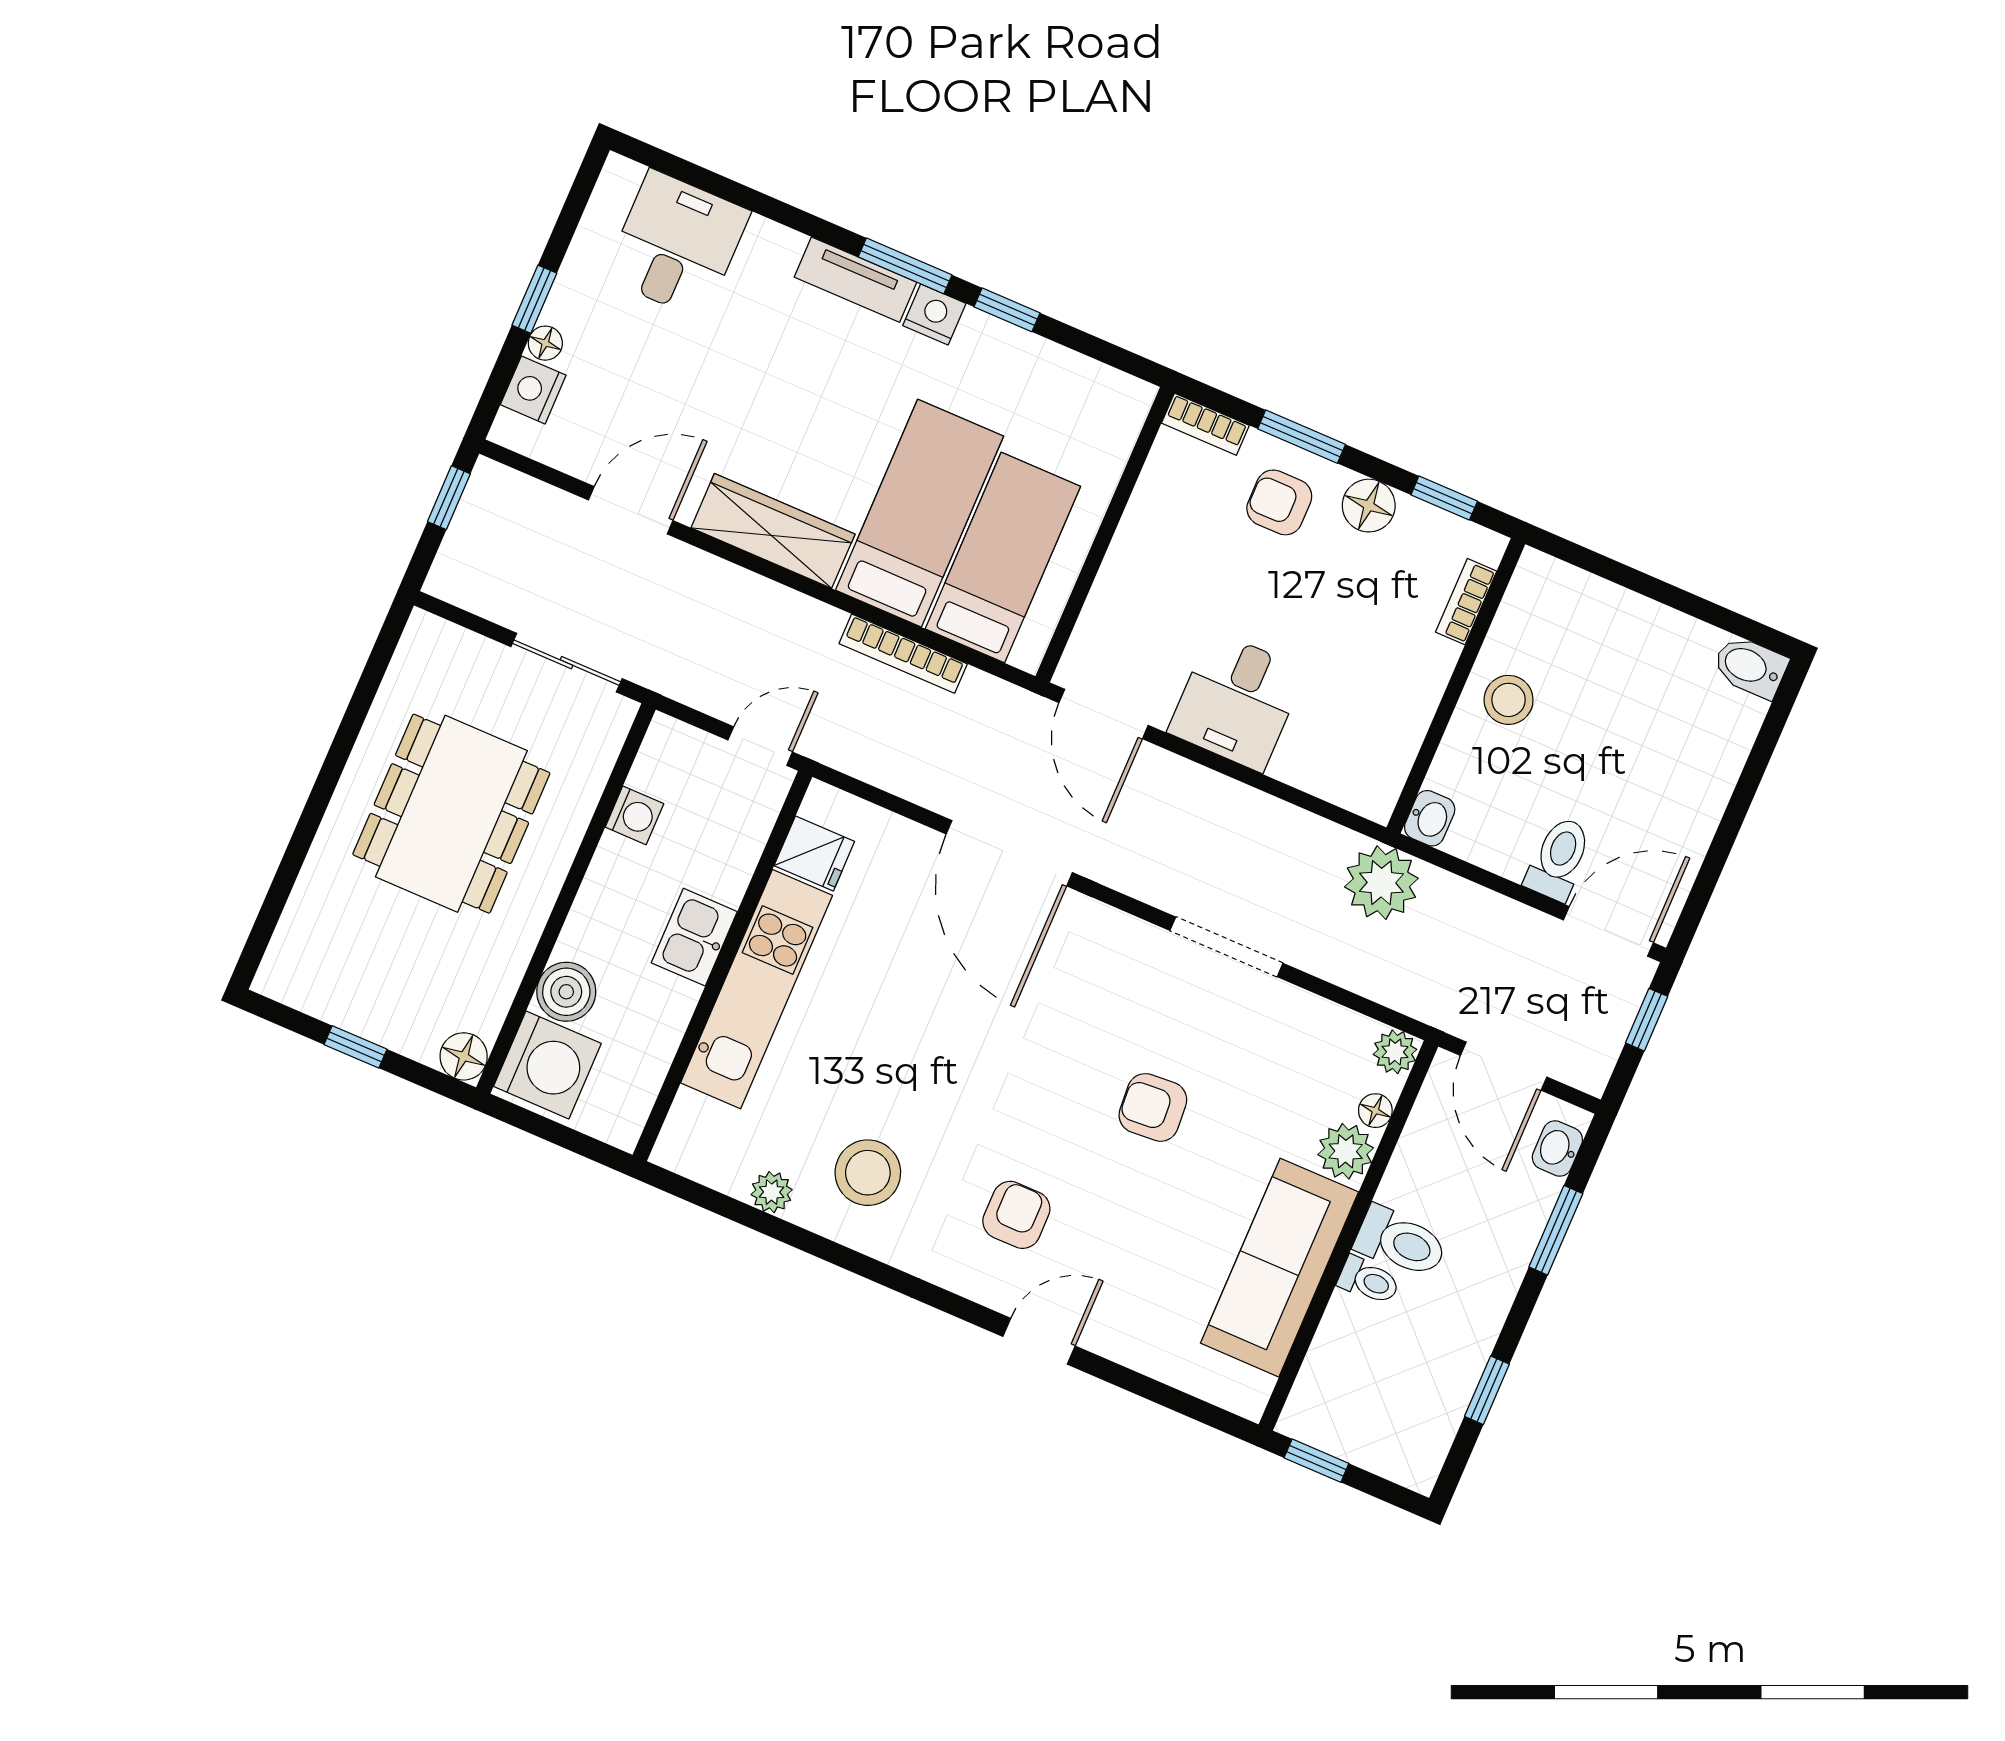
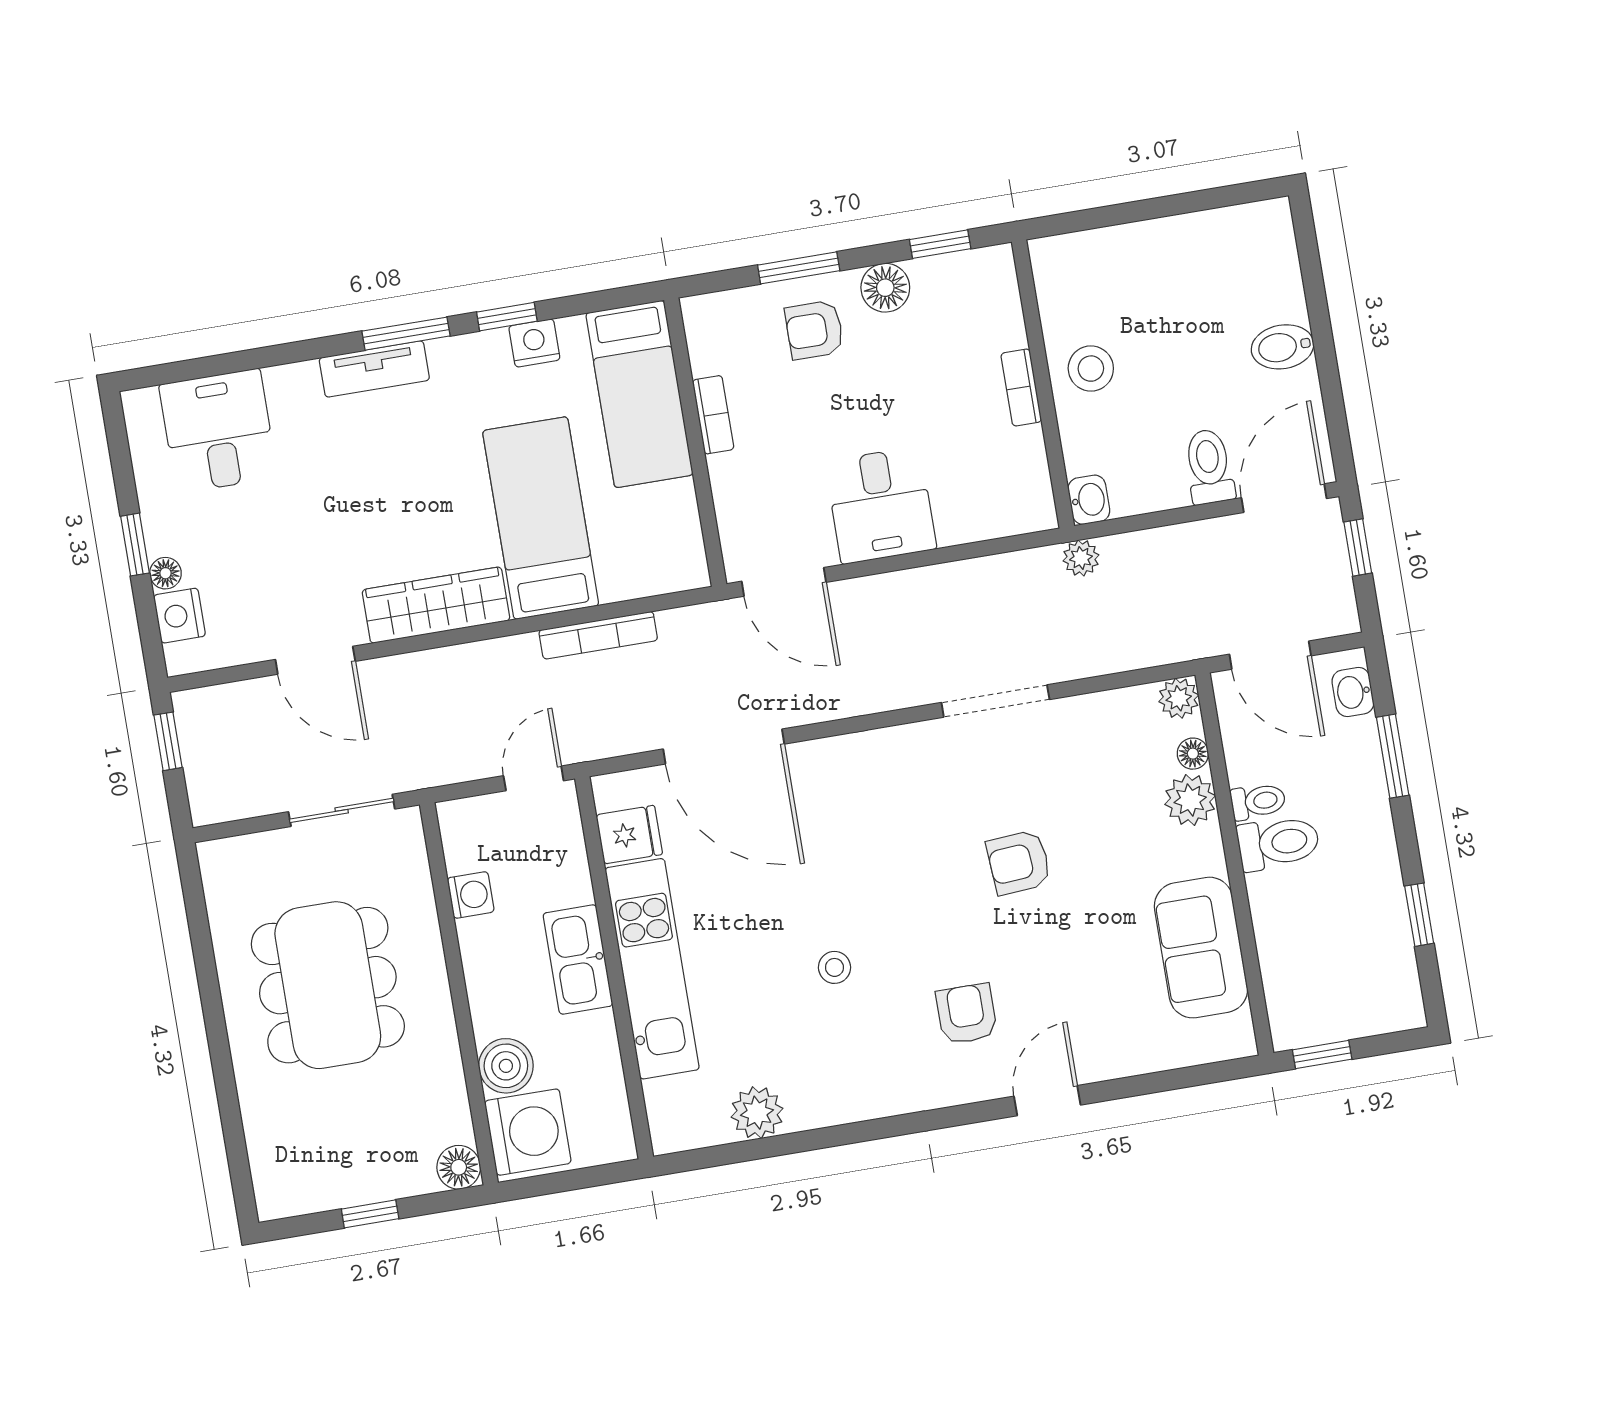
nightstand: (934, 315) -> (534, 343), moved
bookcase: (1205, 424) -> (713, 415), moved, turned -90
door: (631, 510) -> (315, 660), swing flipped
bed: (1003, 558) -> (639, 394), moved, turned 180
bookcase: (1466, 602) -> (1021, 387), moved
bidet: (1750, 667) -> (1283, 347), moved
door: (1009, 853) -> (724, 747), moved
plant: (1381, 883) -> (1081, 558), width x0.53, depth x0.53
kitchen sink: (694, 937) -> (578, 959), width x1.38
stool: (868, 1173) -> (834, 967), moved, width x0.53, depth x0.53
plant: (772, 1192) -> (757, 1113), width x1.38, depth x1.38
sofa: (1279, 1268) -> (1201, 948), width x0.73
toilet: (1369, 1281) -> (1258, 801), moved

